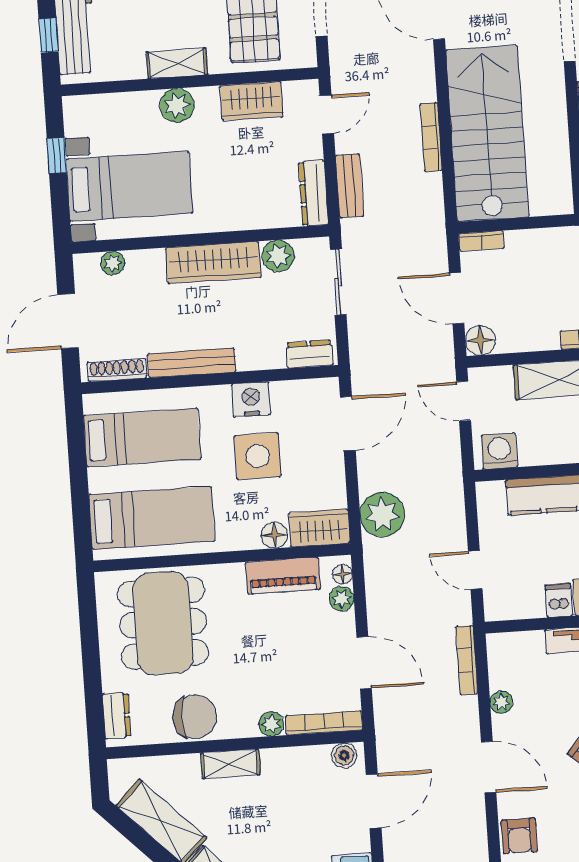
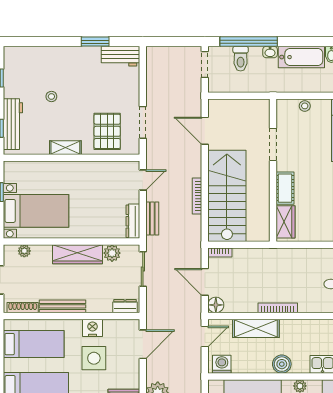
wardrobe: (251, 101) -> (104, 170), removed
plant: (177, 105) -> (64, 170), removed
door: (464, 401) -> (205, 336), swing flipped

